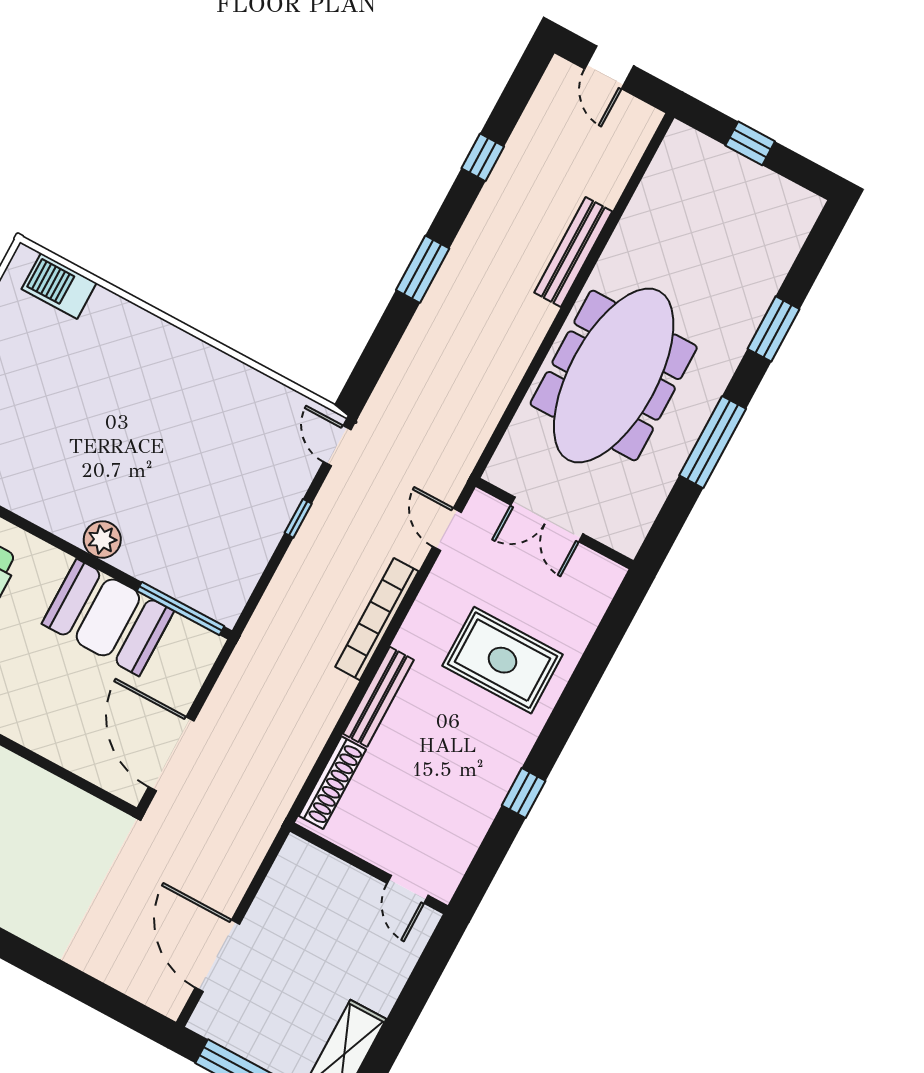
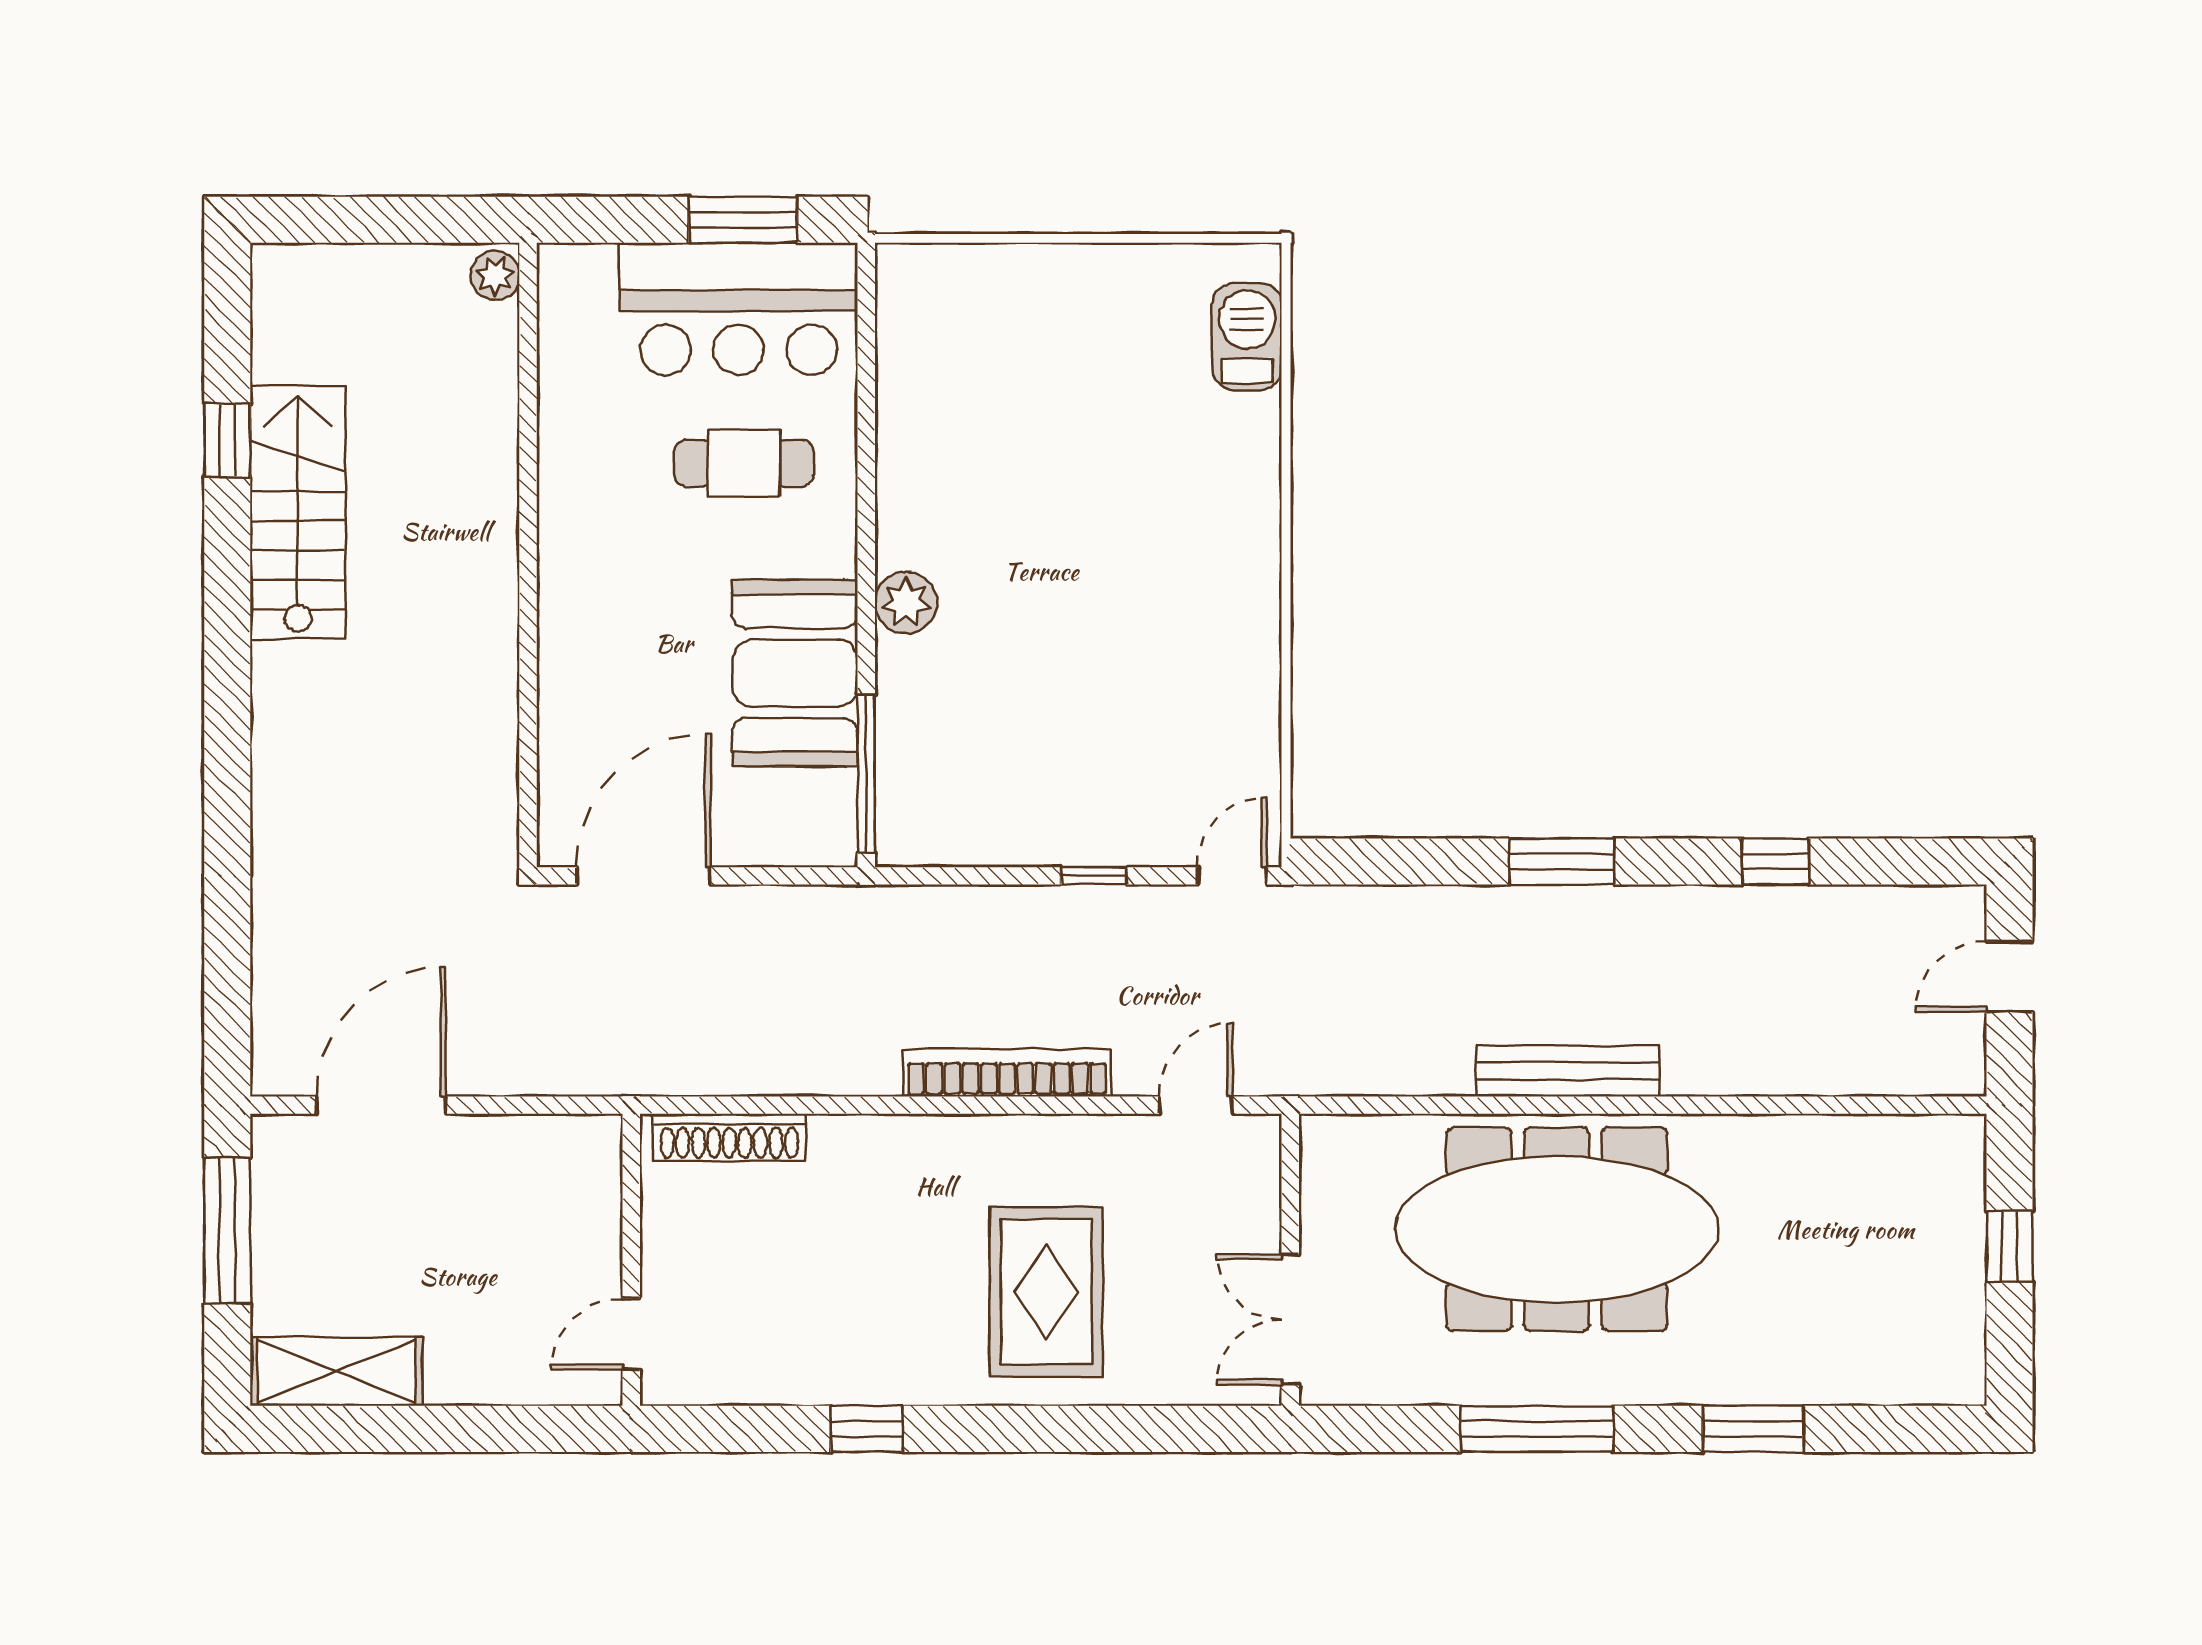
bench: (573, 252) -> (1568, 1071), moved
double door: (547, 519) -> (1290, 1319), moved
bench: (378, 697) -> (893, 1137), removed

